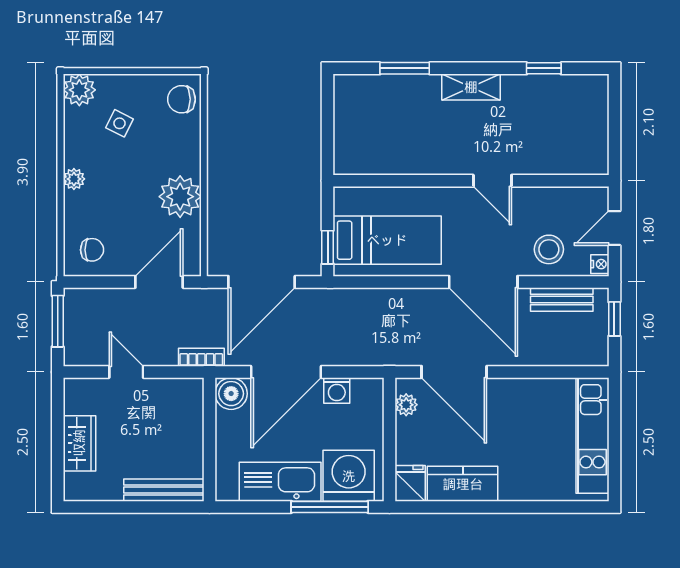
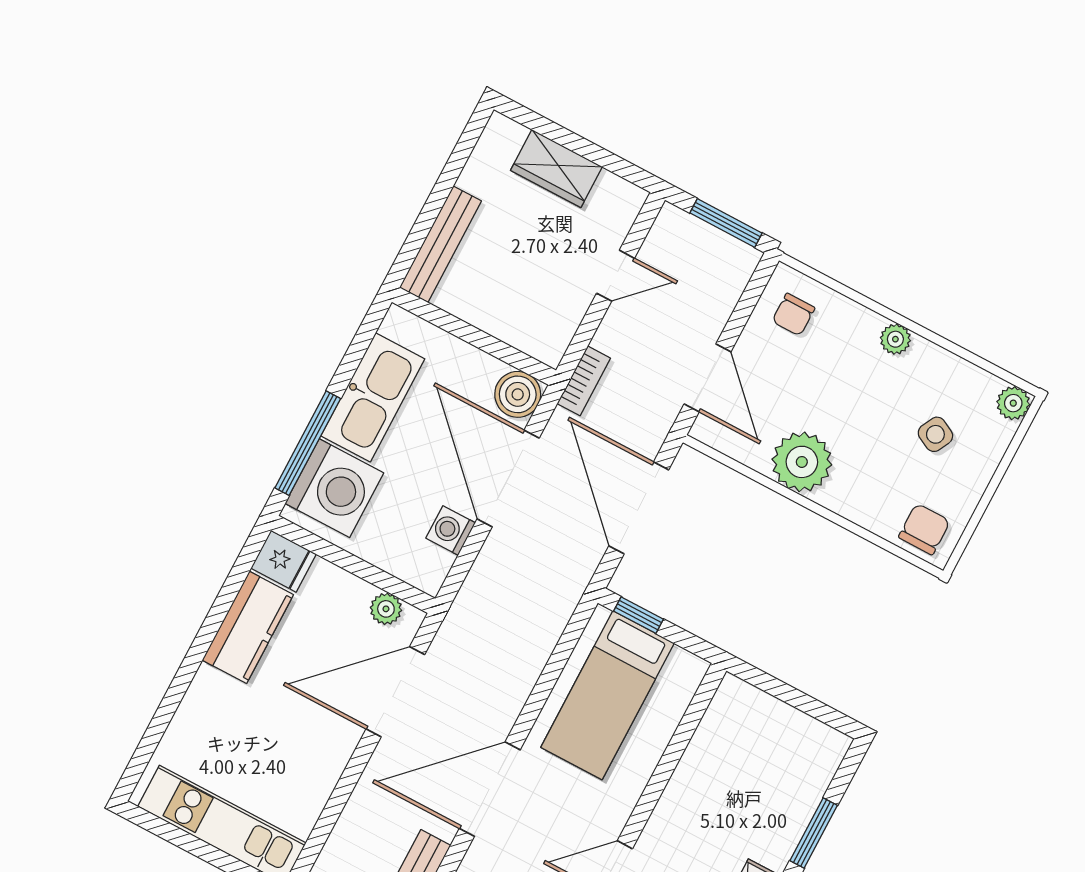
plant: (79, 90) -> (1013, 403), width x0.73, depth x0.73

